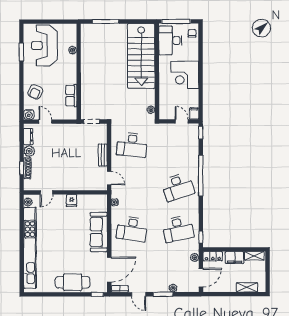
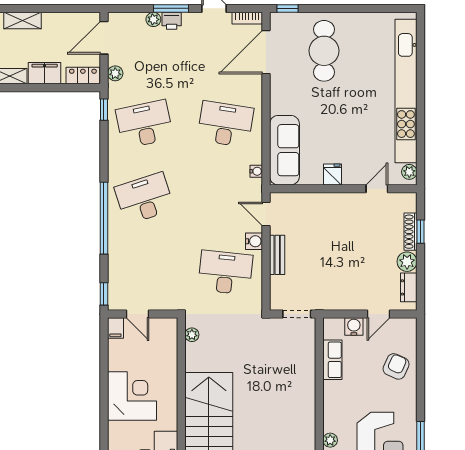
water cooler: (29, 114) -> (354, 327), moved
door: (45, 122) -> (378, 314), hinge flipped
water cooler: (116, 163) -> (254, 241), added
sofa: (99, 232) -> (284, 150), moved
cafe table: (73, 282) -> (324, 51), moved, turned 90
printer: (163, 287) -> (172, 21), added

